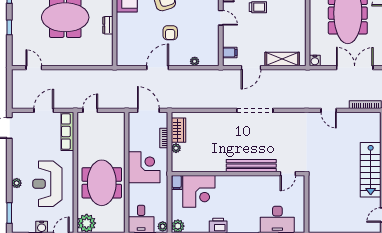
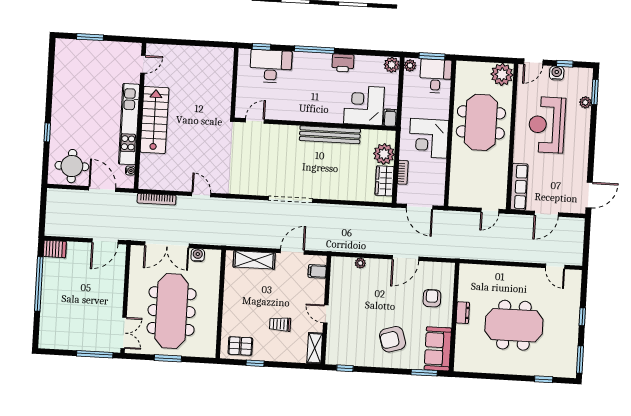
armchair: (170, 33) -> (432, 298), moved
water cooler: (315, 60) -> (198, 255), moved
plant: (176, 148) -> (384, 154), width x1.88, depth x1.88
bench: (251, 166) -> (330, 135), moved
plant: (17, 183) -> (585, 102), moved
reception desk: (47, 184) -> (547, 125), turned 180

